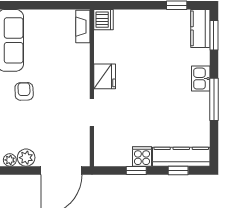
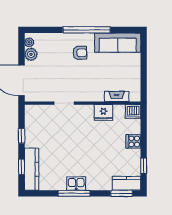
fireplace: (83, 27) -> (117, 96), moved
fridge: (105, 76) -> (103, 112), moved
kitchen sink: (201, 79) -> (76, 184), moved
cooker: (142, 156) -> (133, 141), moved, turned 180

